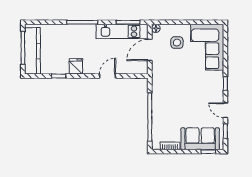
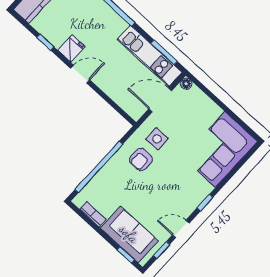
side table: (177, 43) -> (157, 139), moved
door: (108, 76) -> (80, 74), moved
armchair: (169, 92) -> (141, 160), added
door: (225, 110) -> (181, 229), hinge flipped

